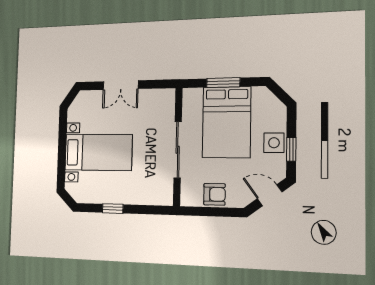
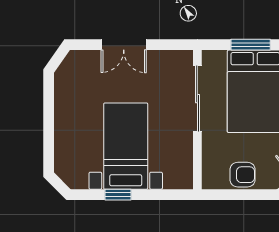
sliding door: (178, 150) -> (197, 99), moved
bed with nightstands: (98, 152) -> (126, 146), moved, turned -90

